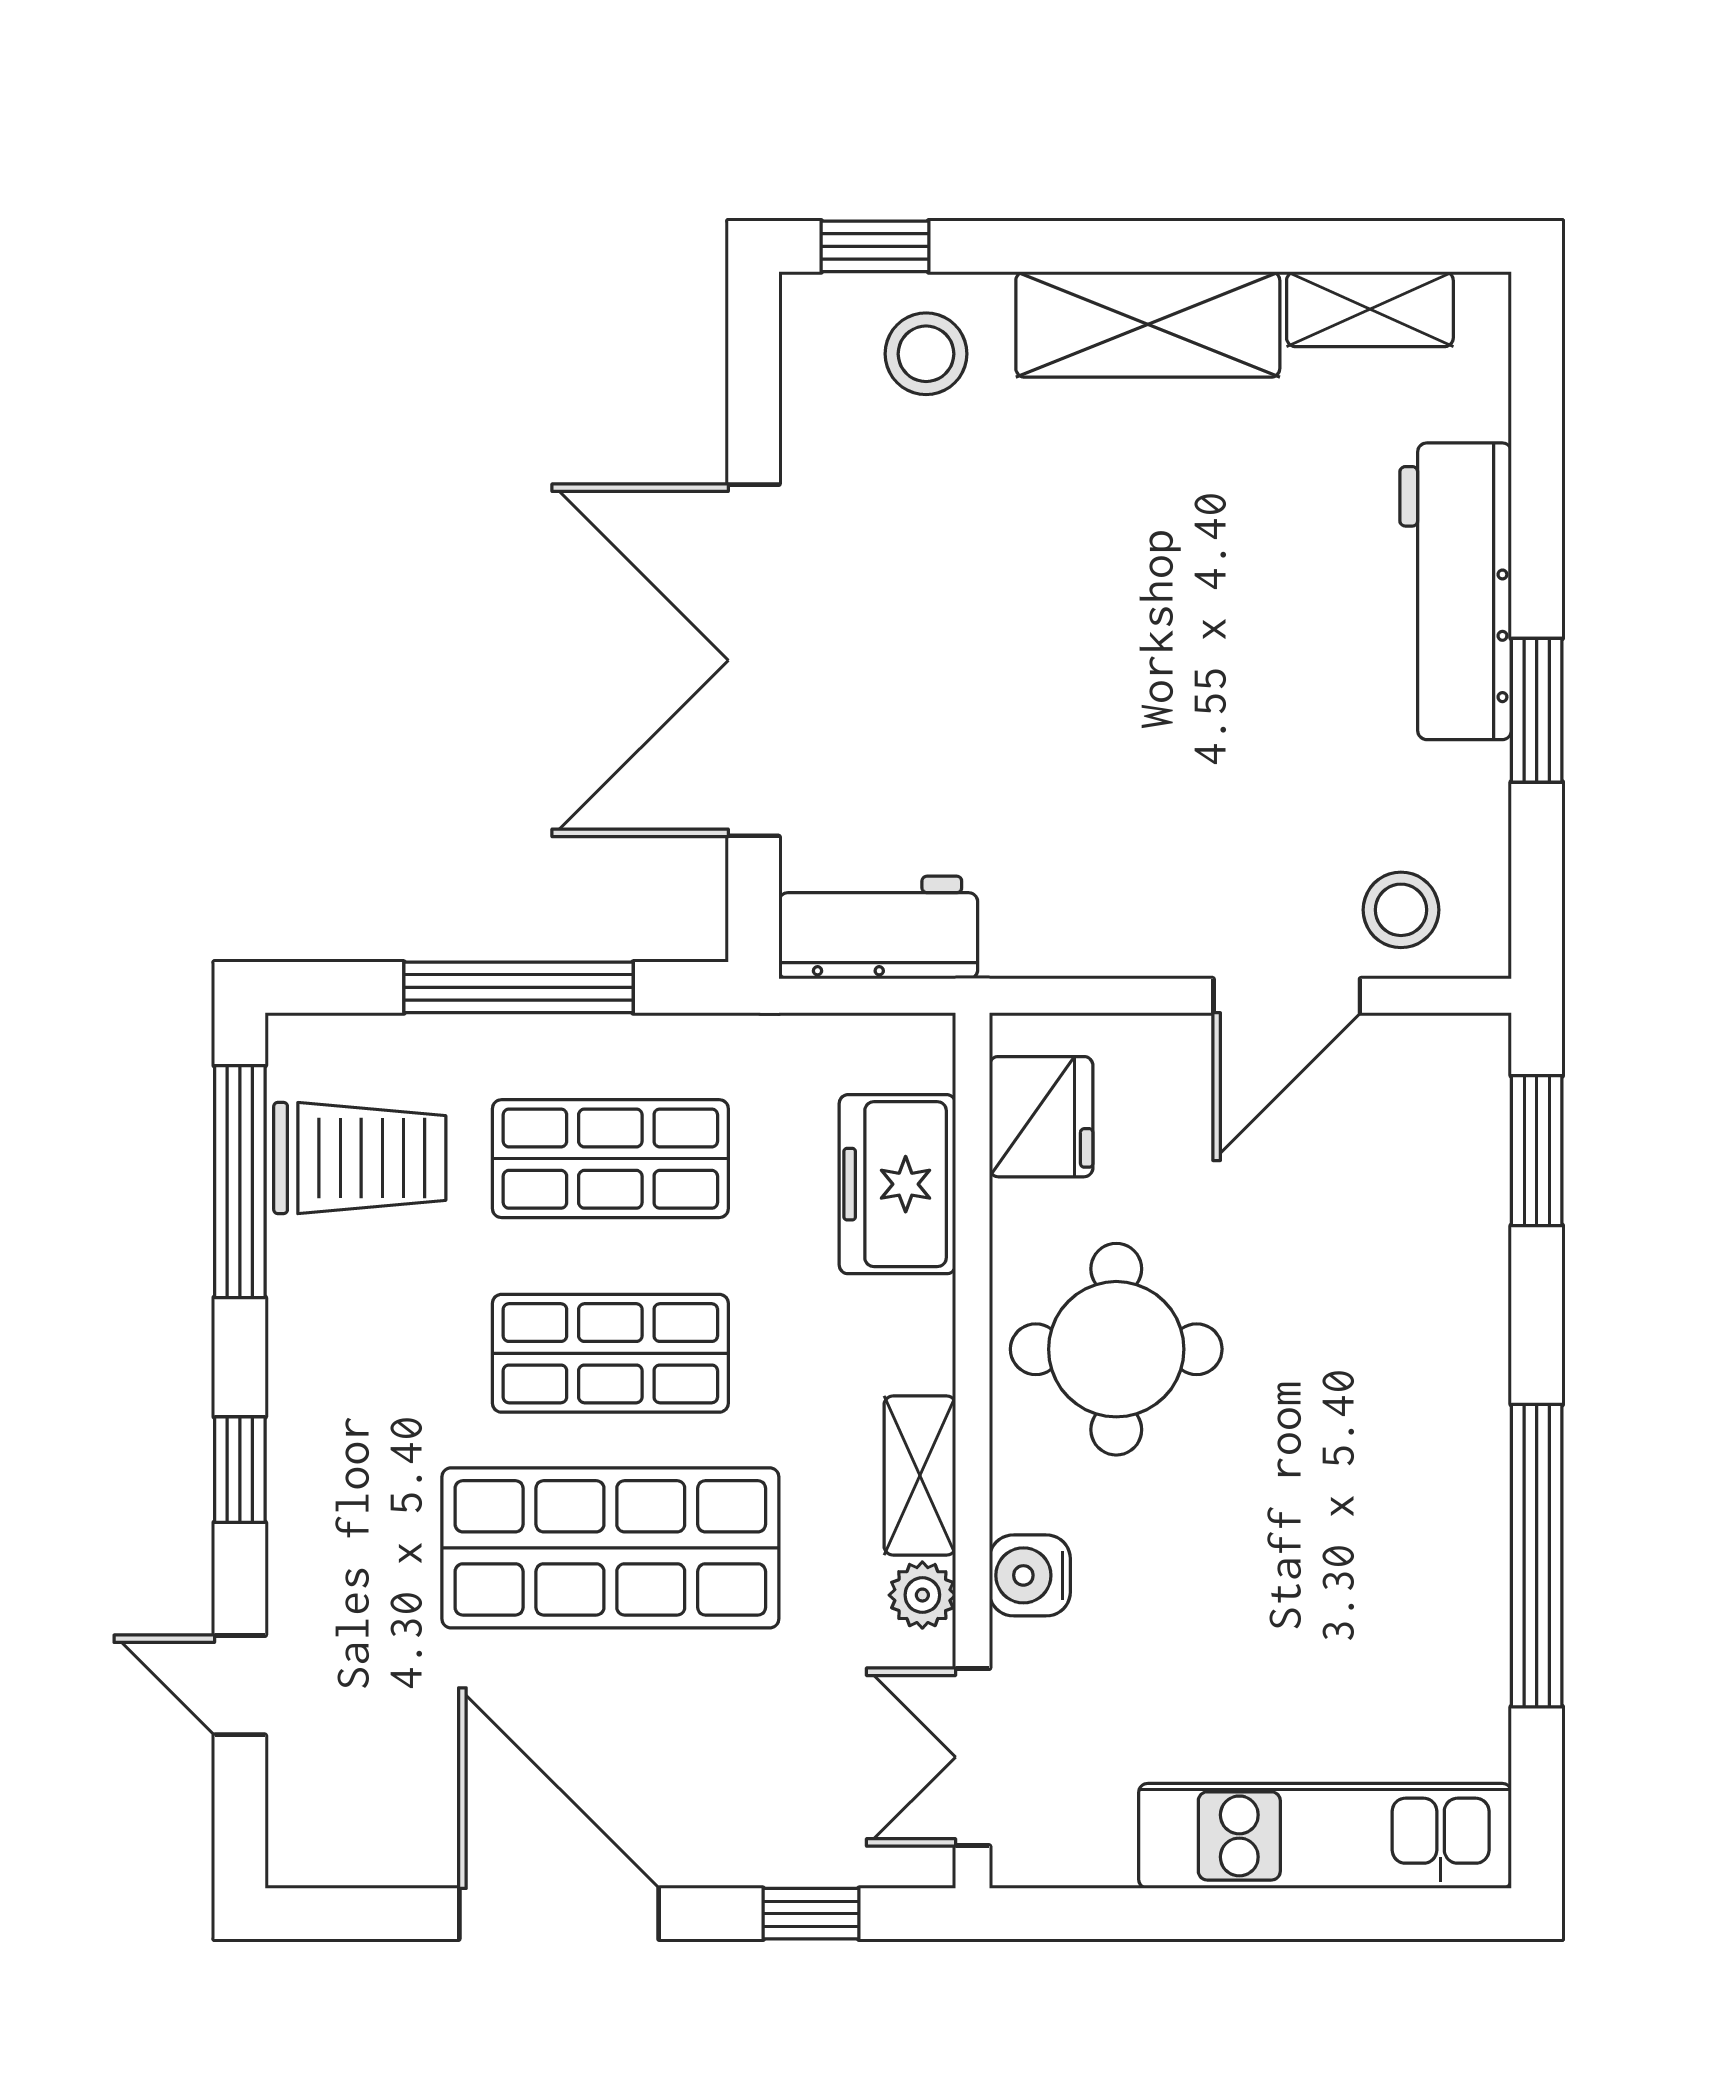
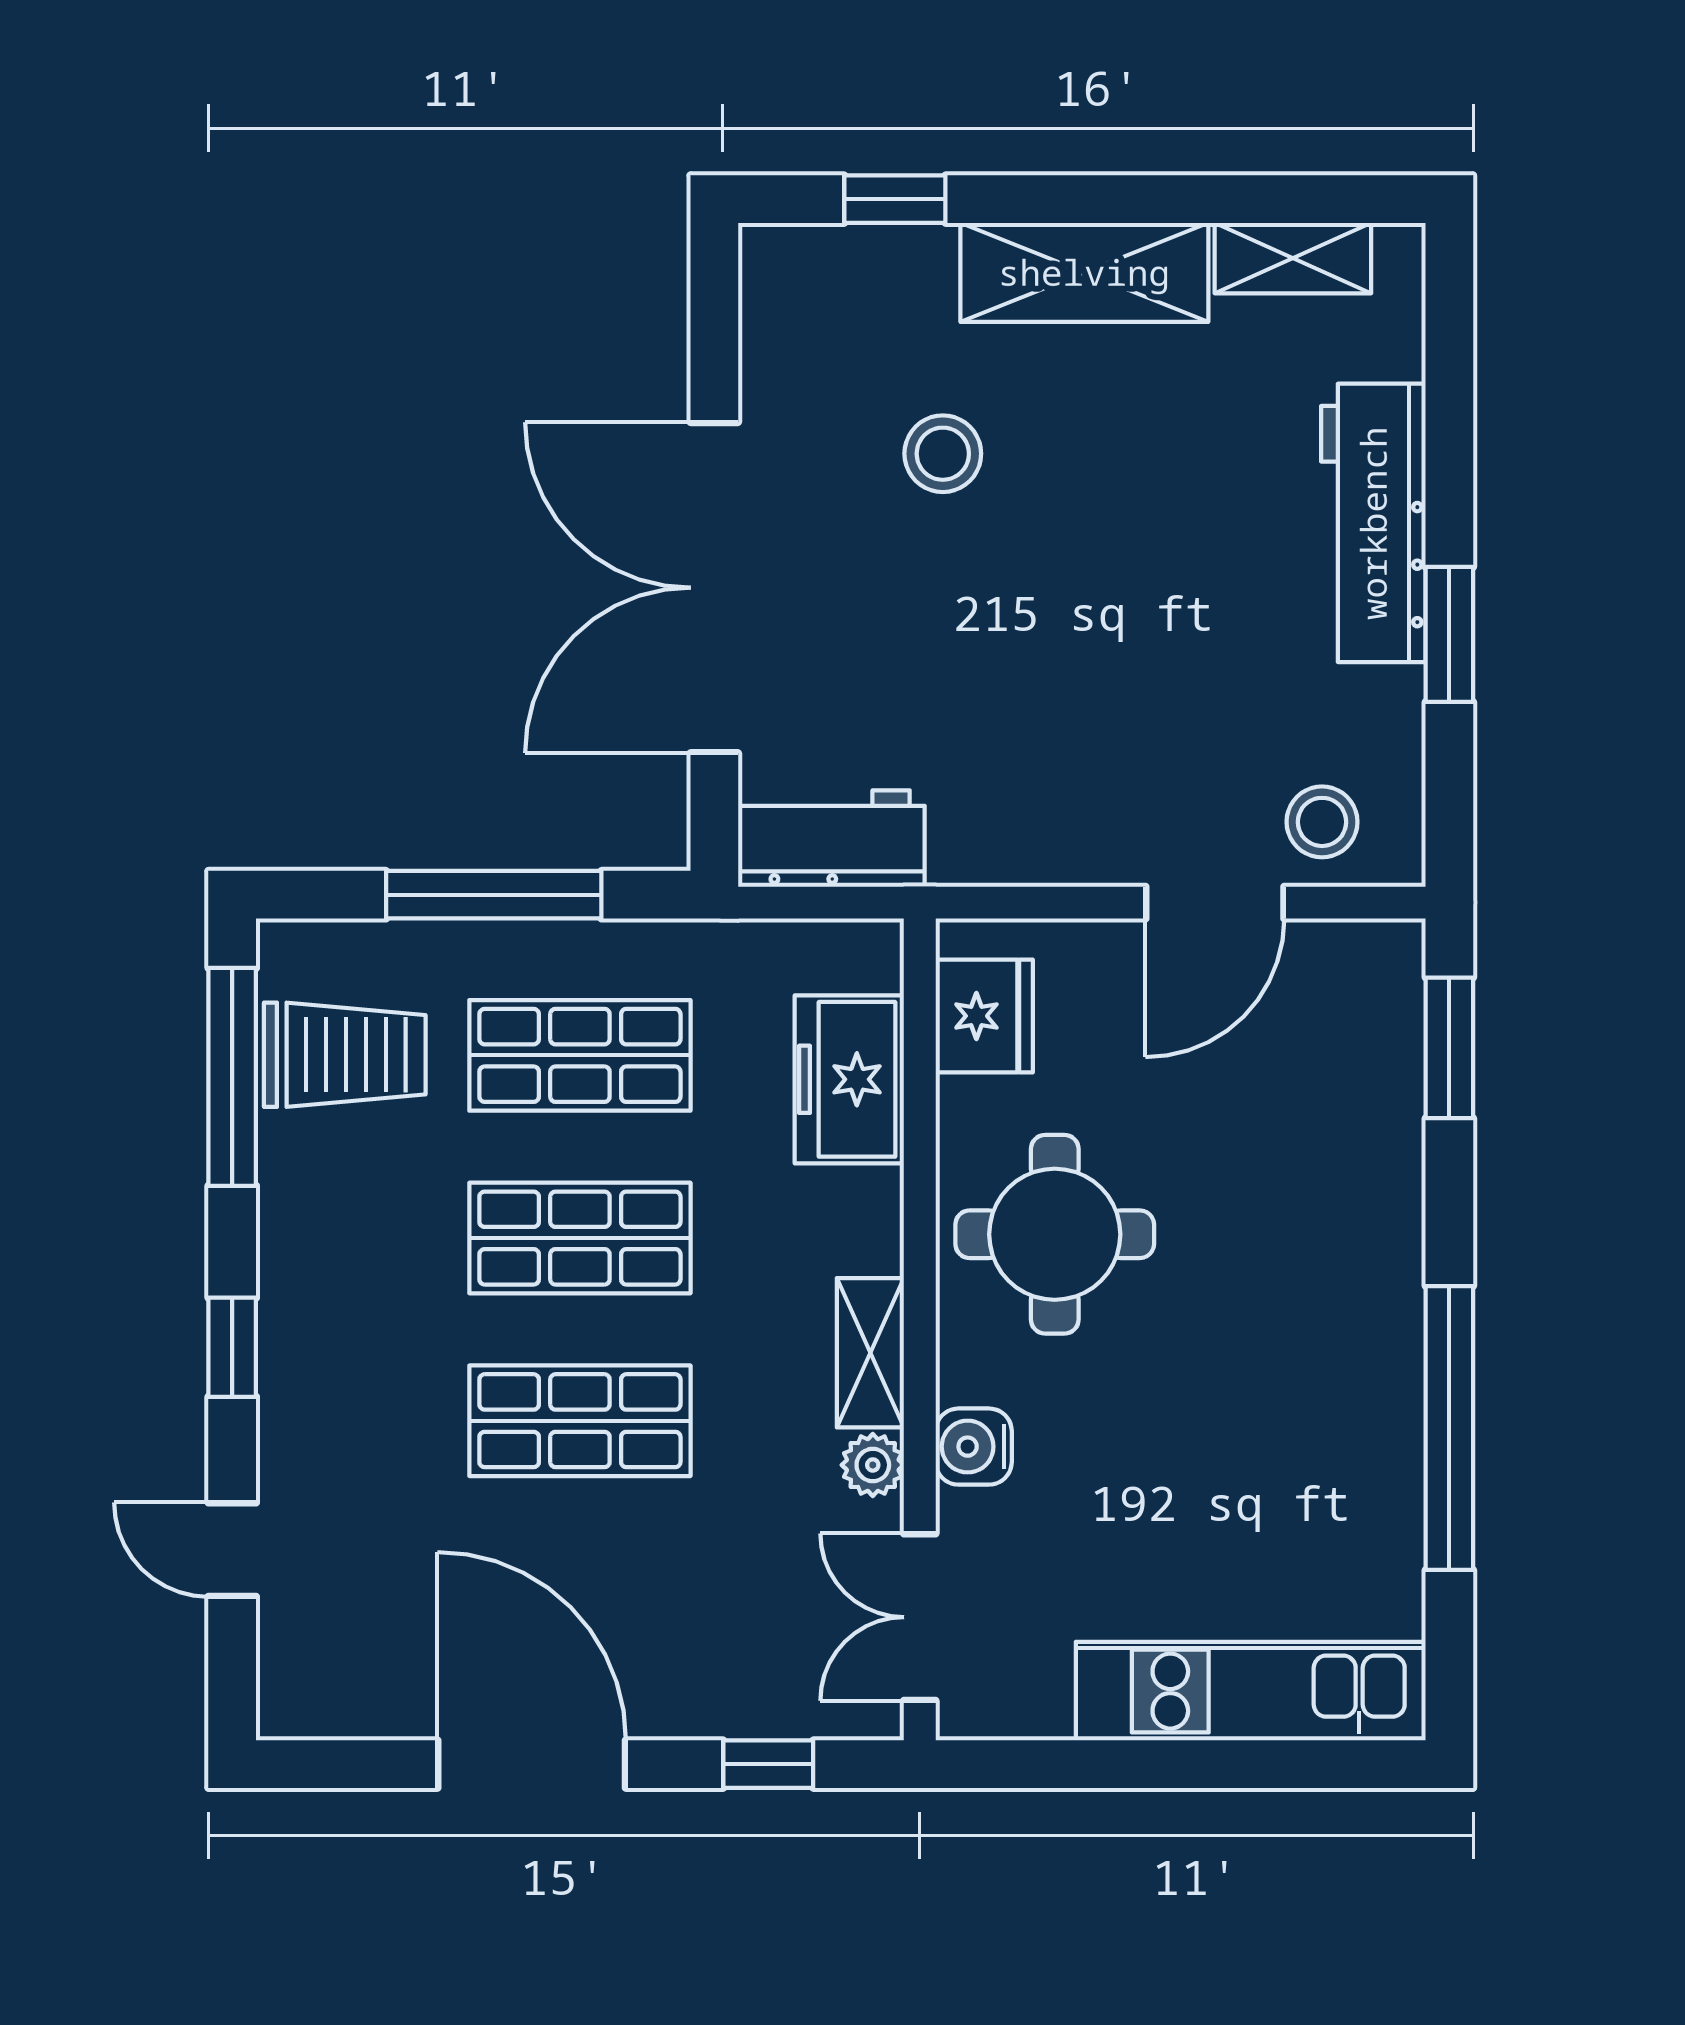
window: (875, 246) -> (895, 199), moved
stool: (926, 354) -> (943, 454), moved
shop shelf: (610, 1548) -> (580, 1421), width x0.70, depth x0.74

